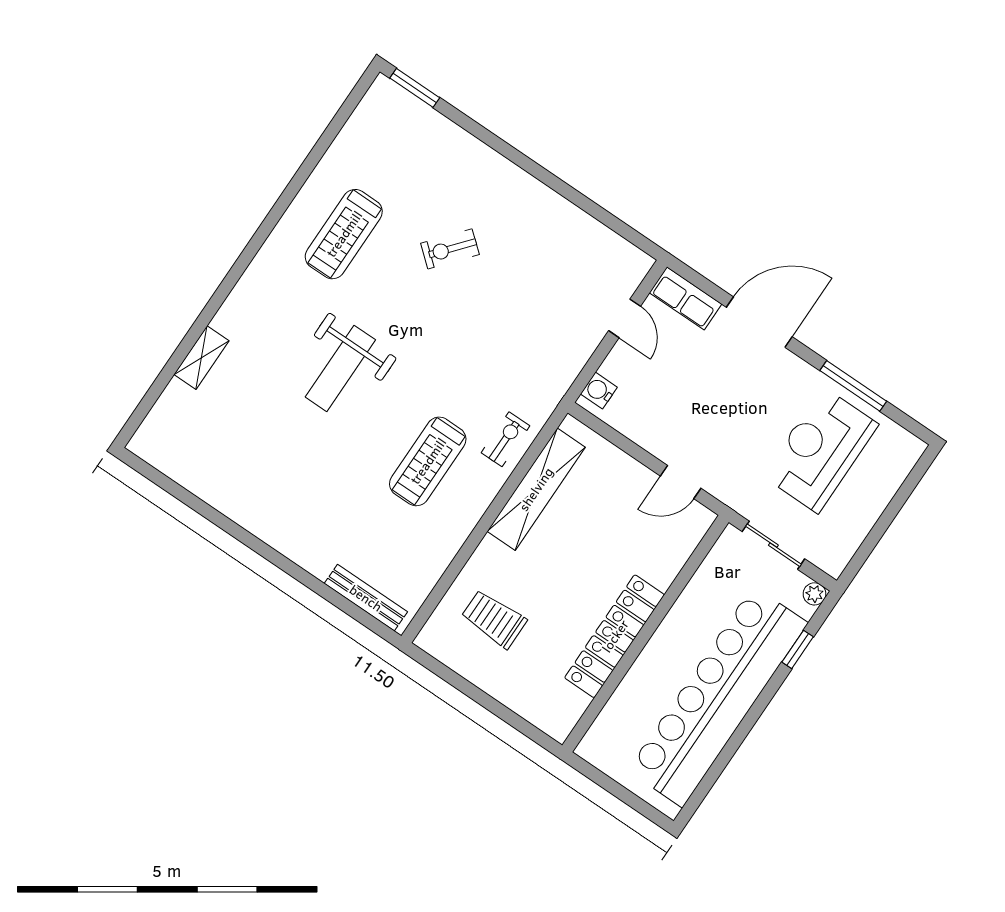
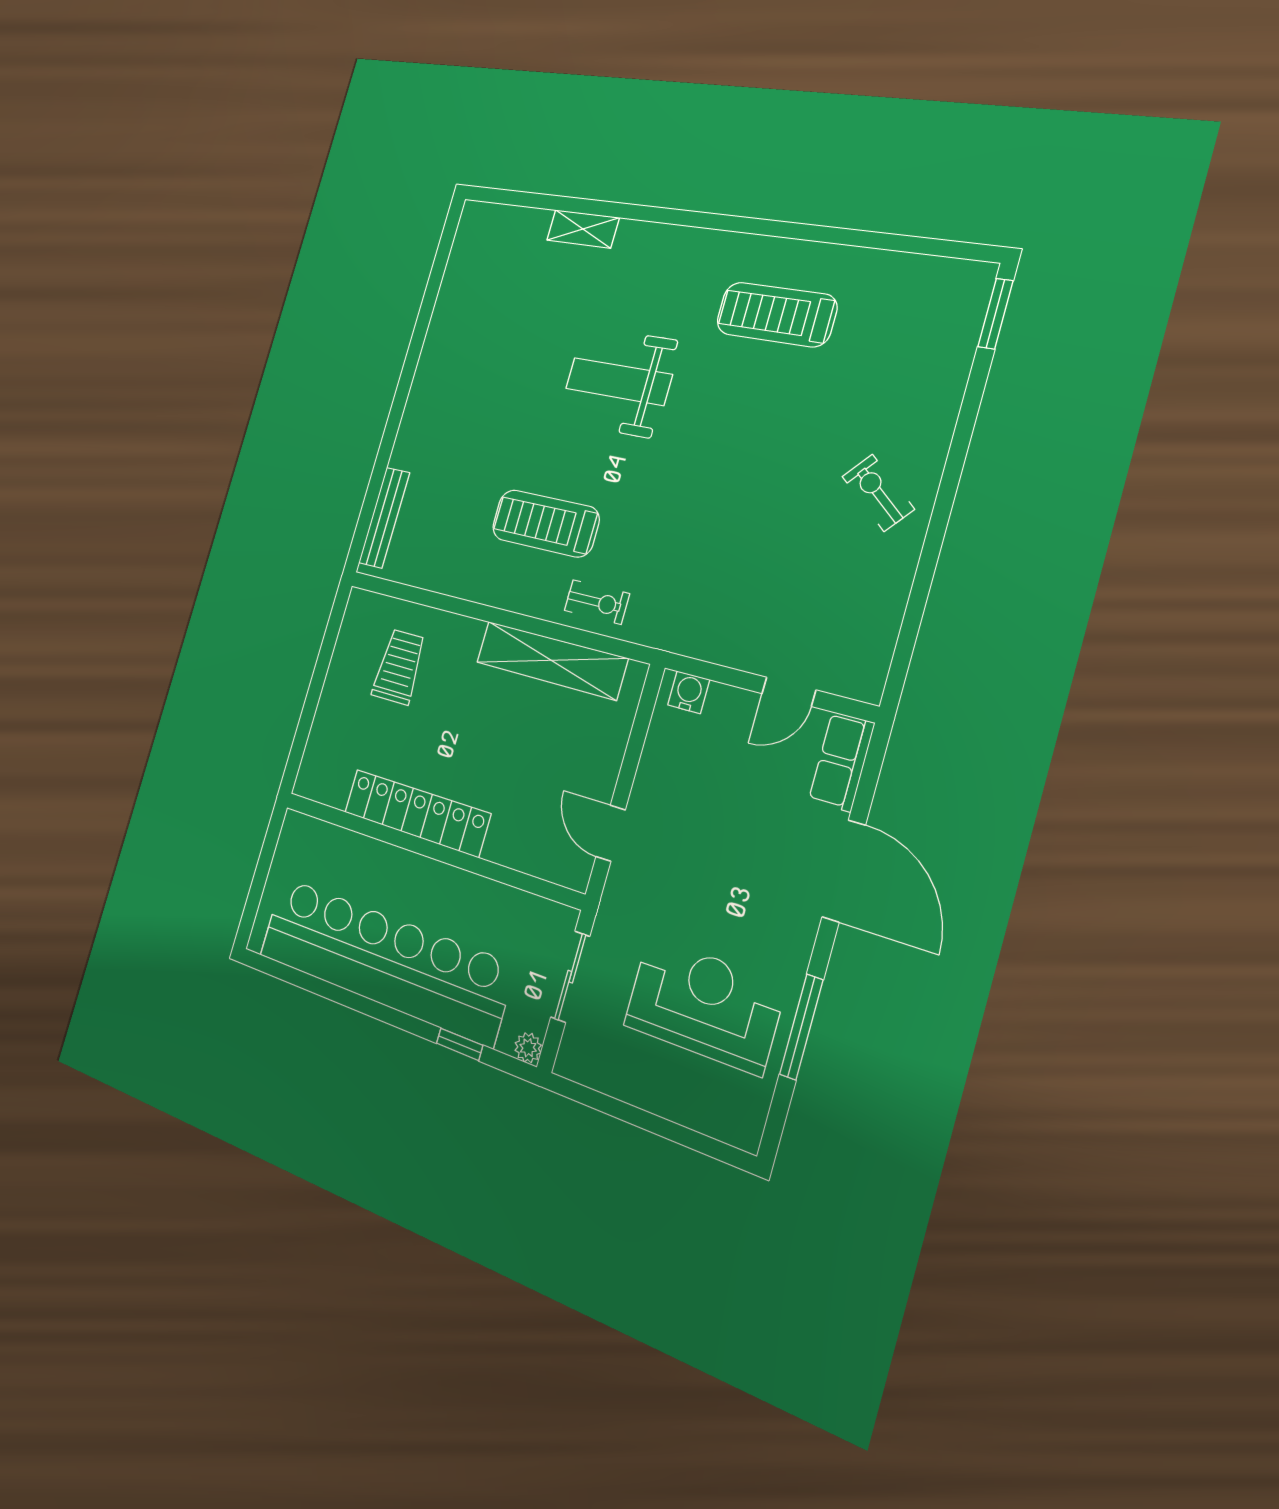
exercise bike: (450, 249) -> (878, 493), moved

